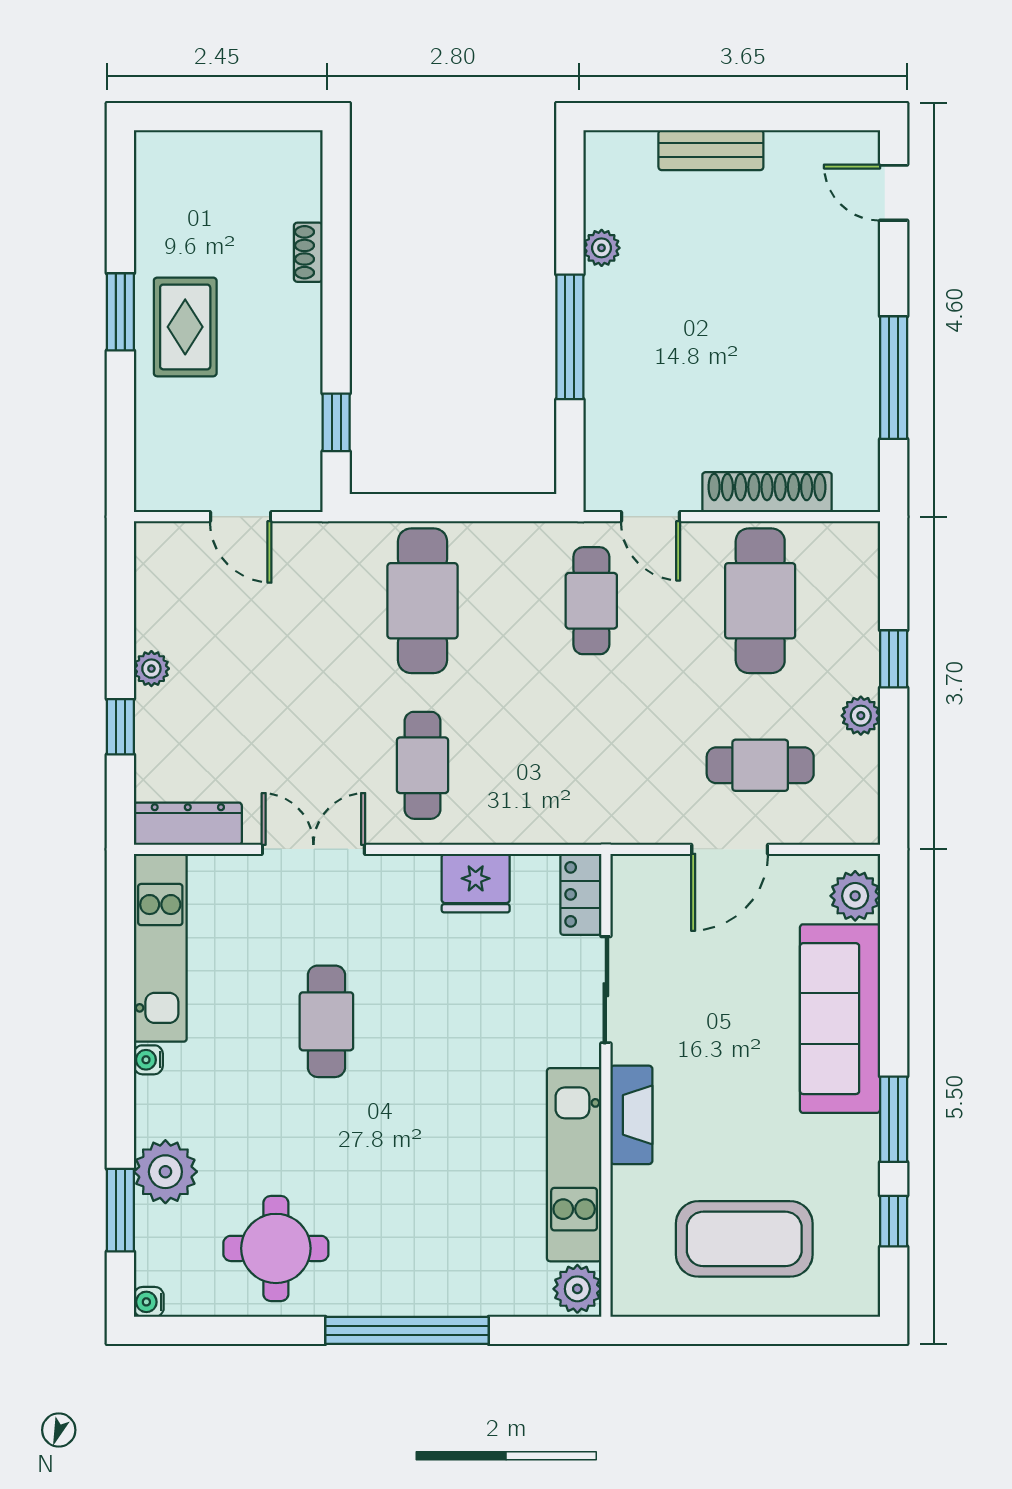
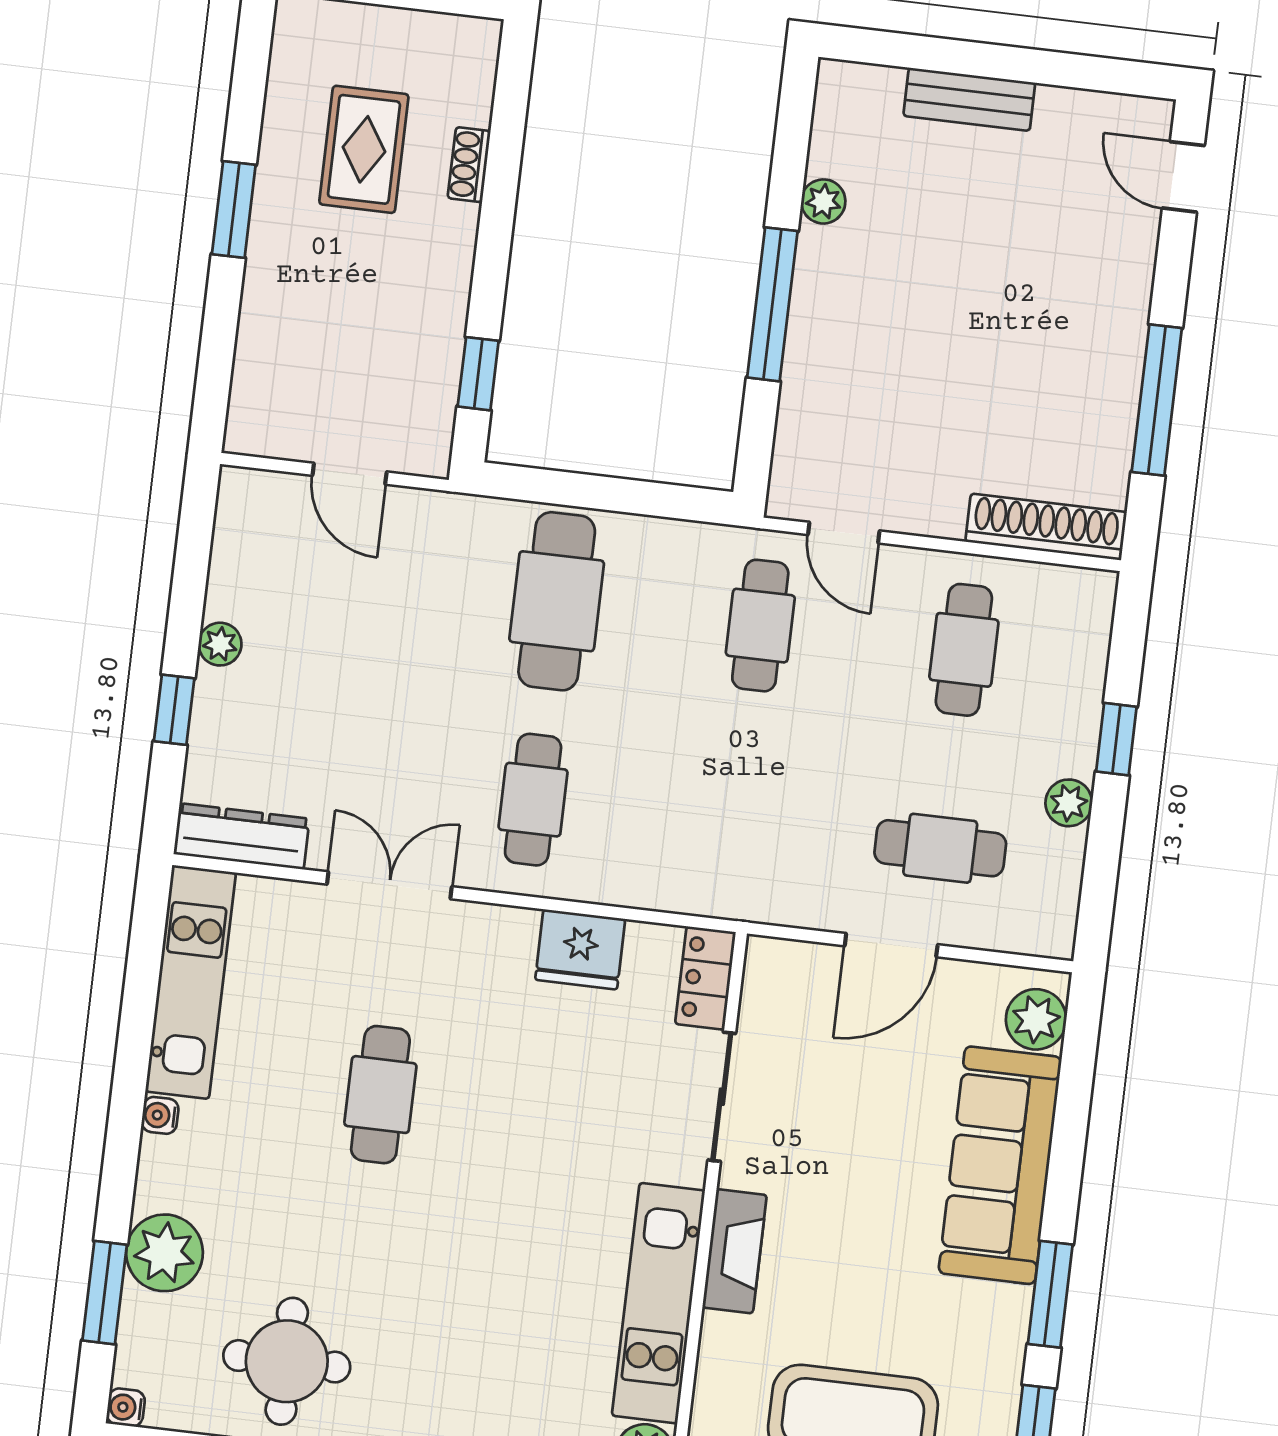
rug: (185, 327) -> (364, 149), moved
shoe rack: (767, 492) -> (1046, 527), moved
cafe table: (760, 601) -> (964, 650), width x0.73, depth x0.74

